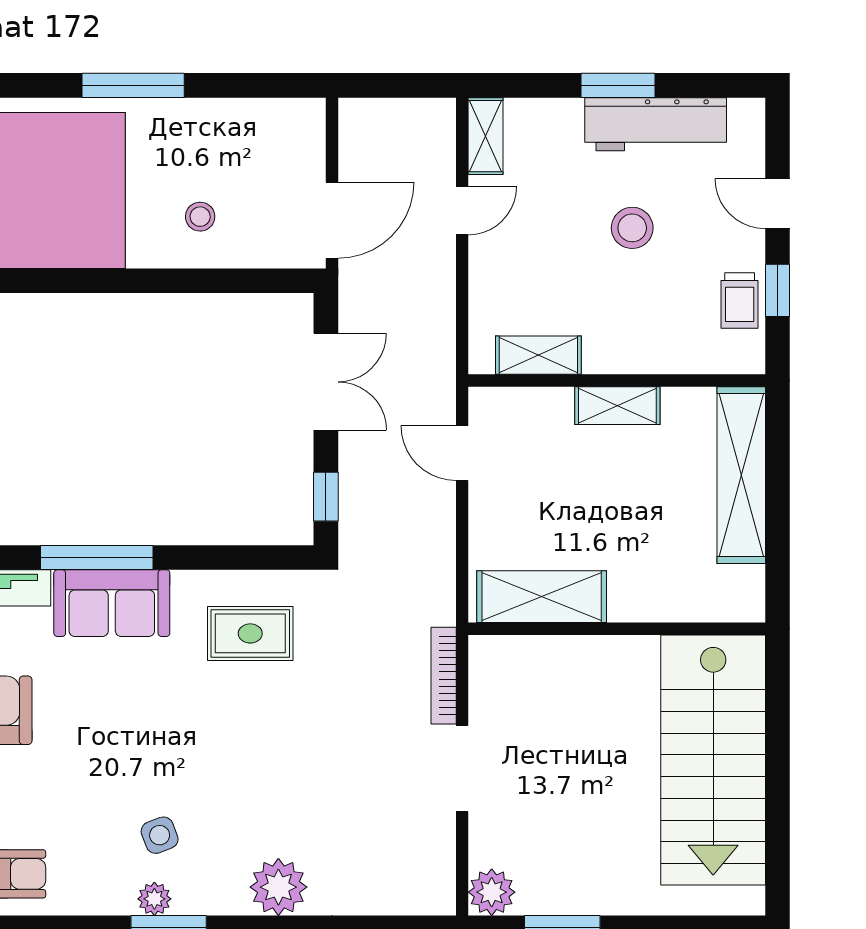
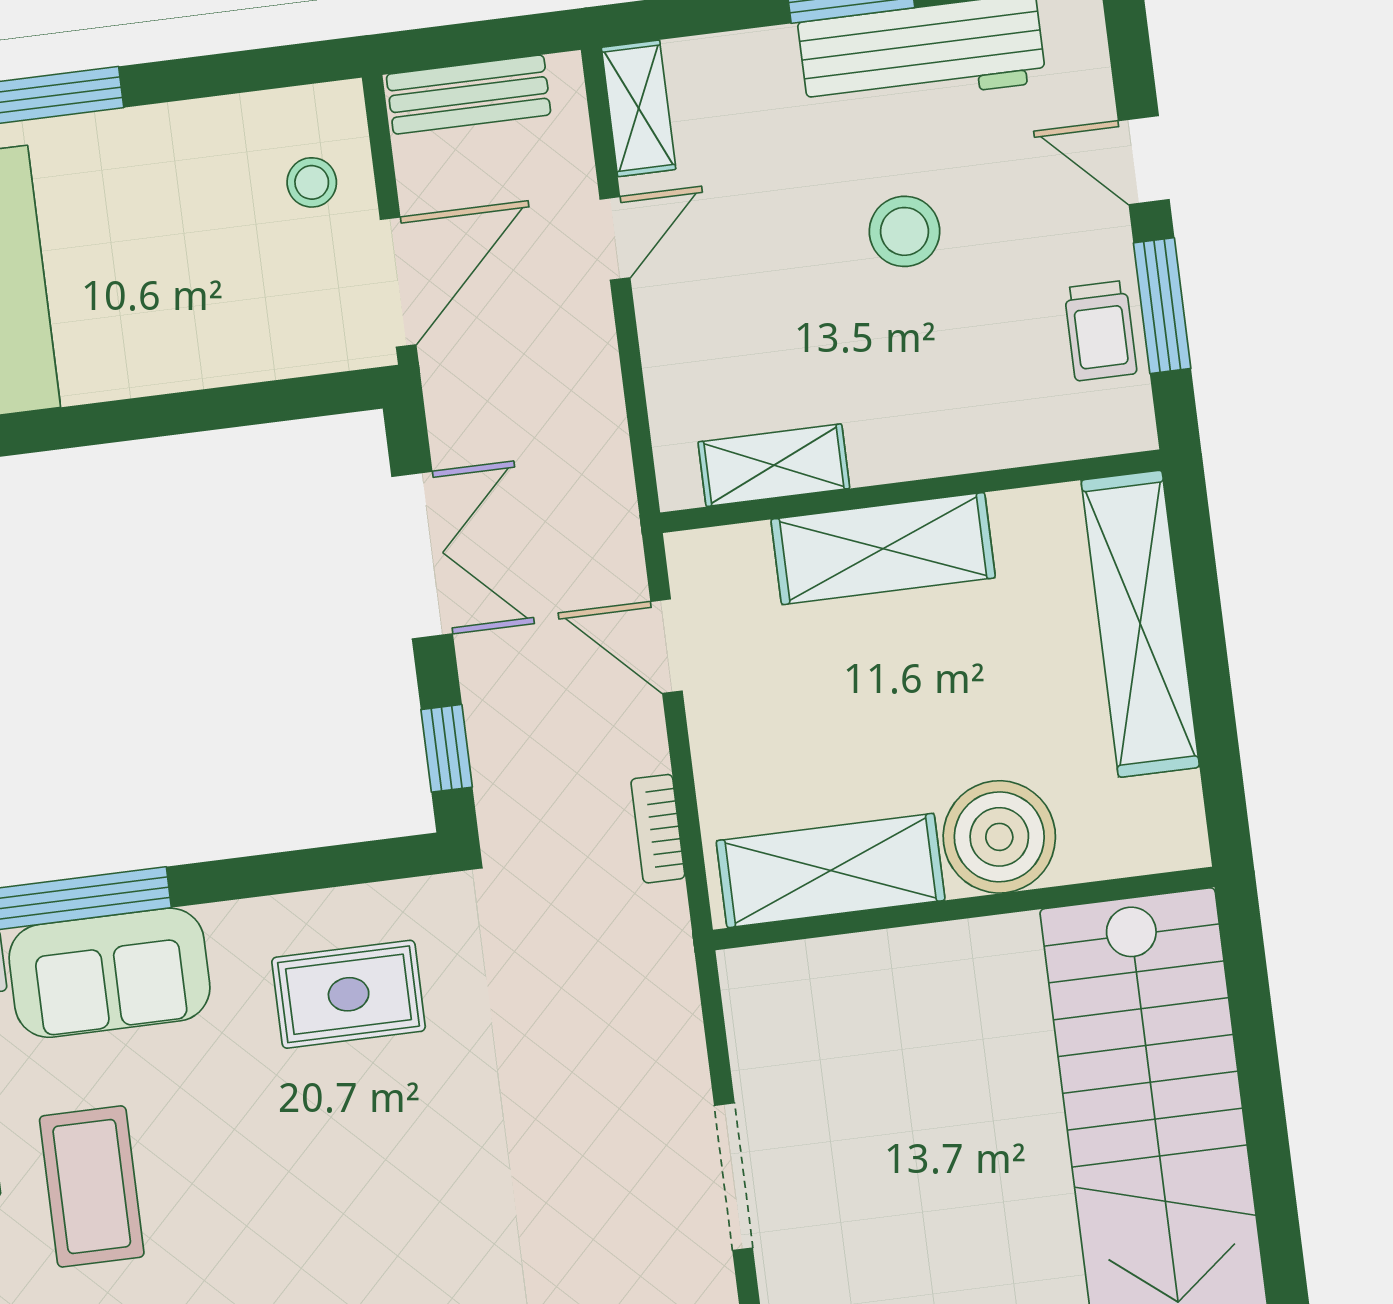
bench: (387, 116) -> (469, 95), added
stool: (200, 217) -> (312, 182), moved
window: (778, 290) -> (1162, 306), width x1.50
shelving: (617, 406) -> (883, 549), width x1.50, depth x1.33
boiler: (643, 589) -> (999, 837), added
bookcase: (444, 676) -> (658, 829), moved, width x0.64
coffee table: (86, 727) -> (92, 1186), added

